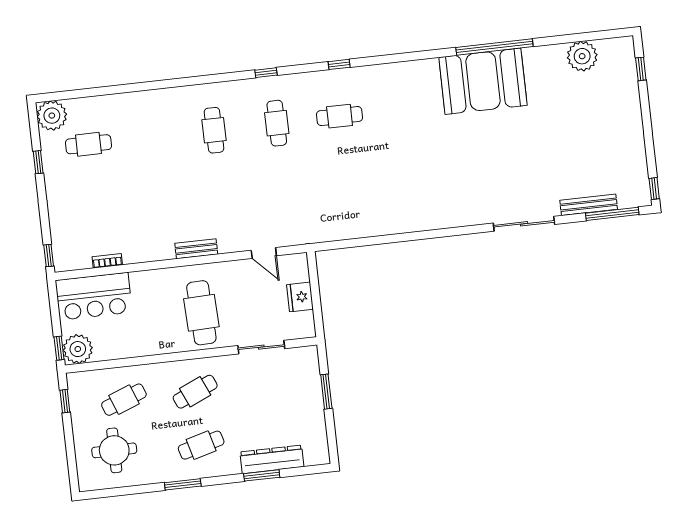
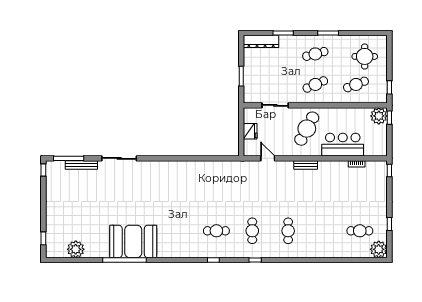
bar counter: (94, 296) -> (343, 145), moved
cafe table: (201, 313) -> (307, 129), turned 30
dresser: (272, 459) -> (261, 41), moved

